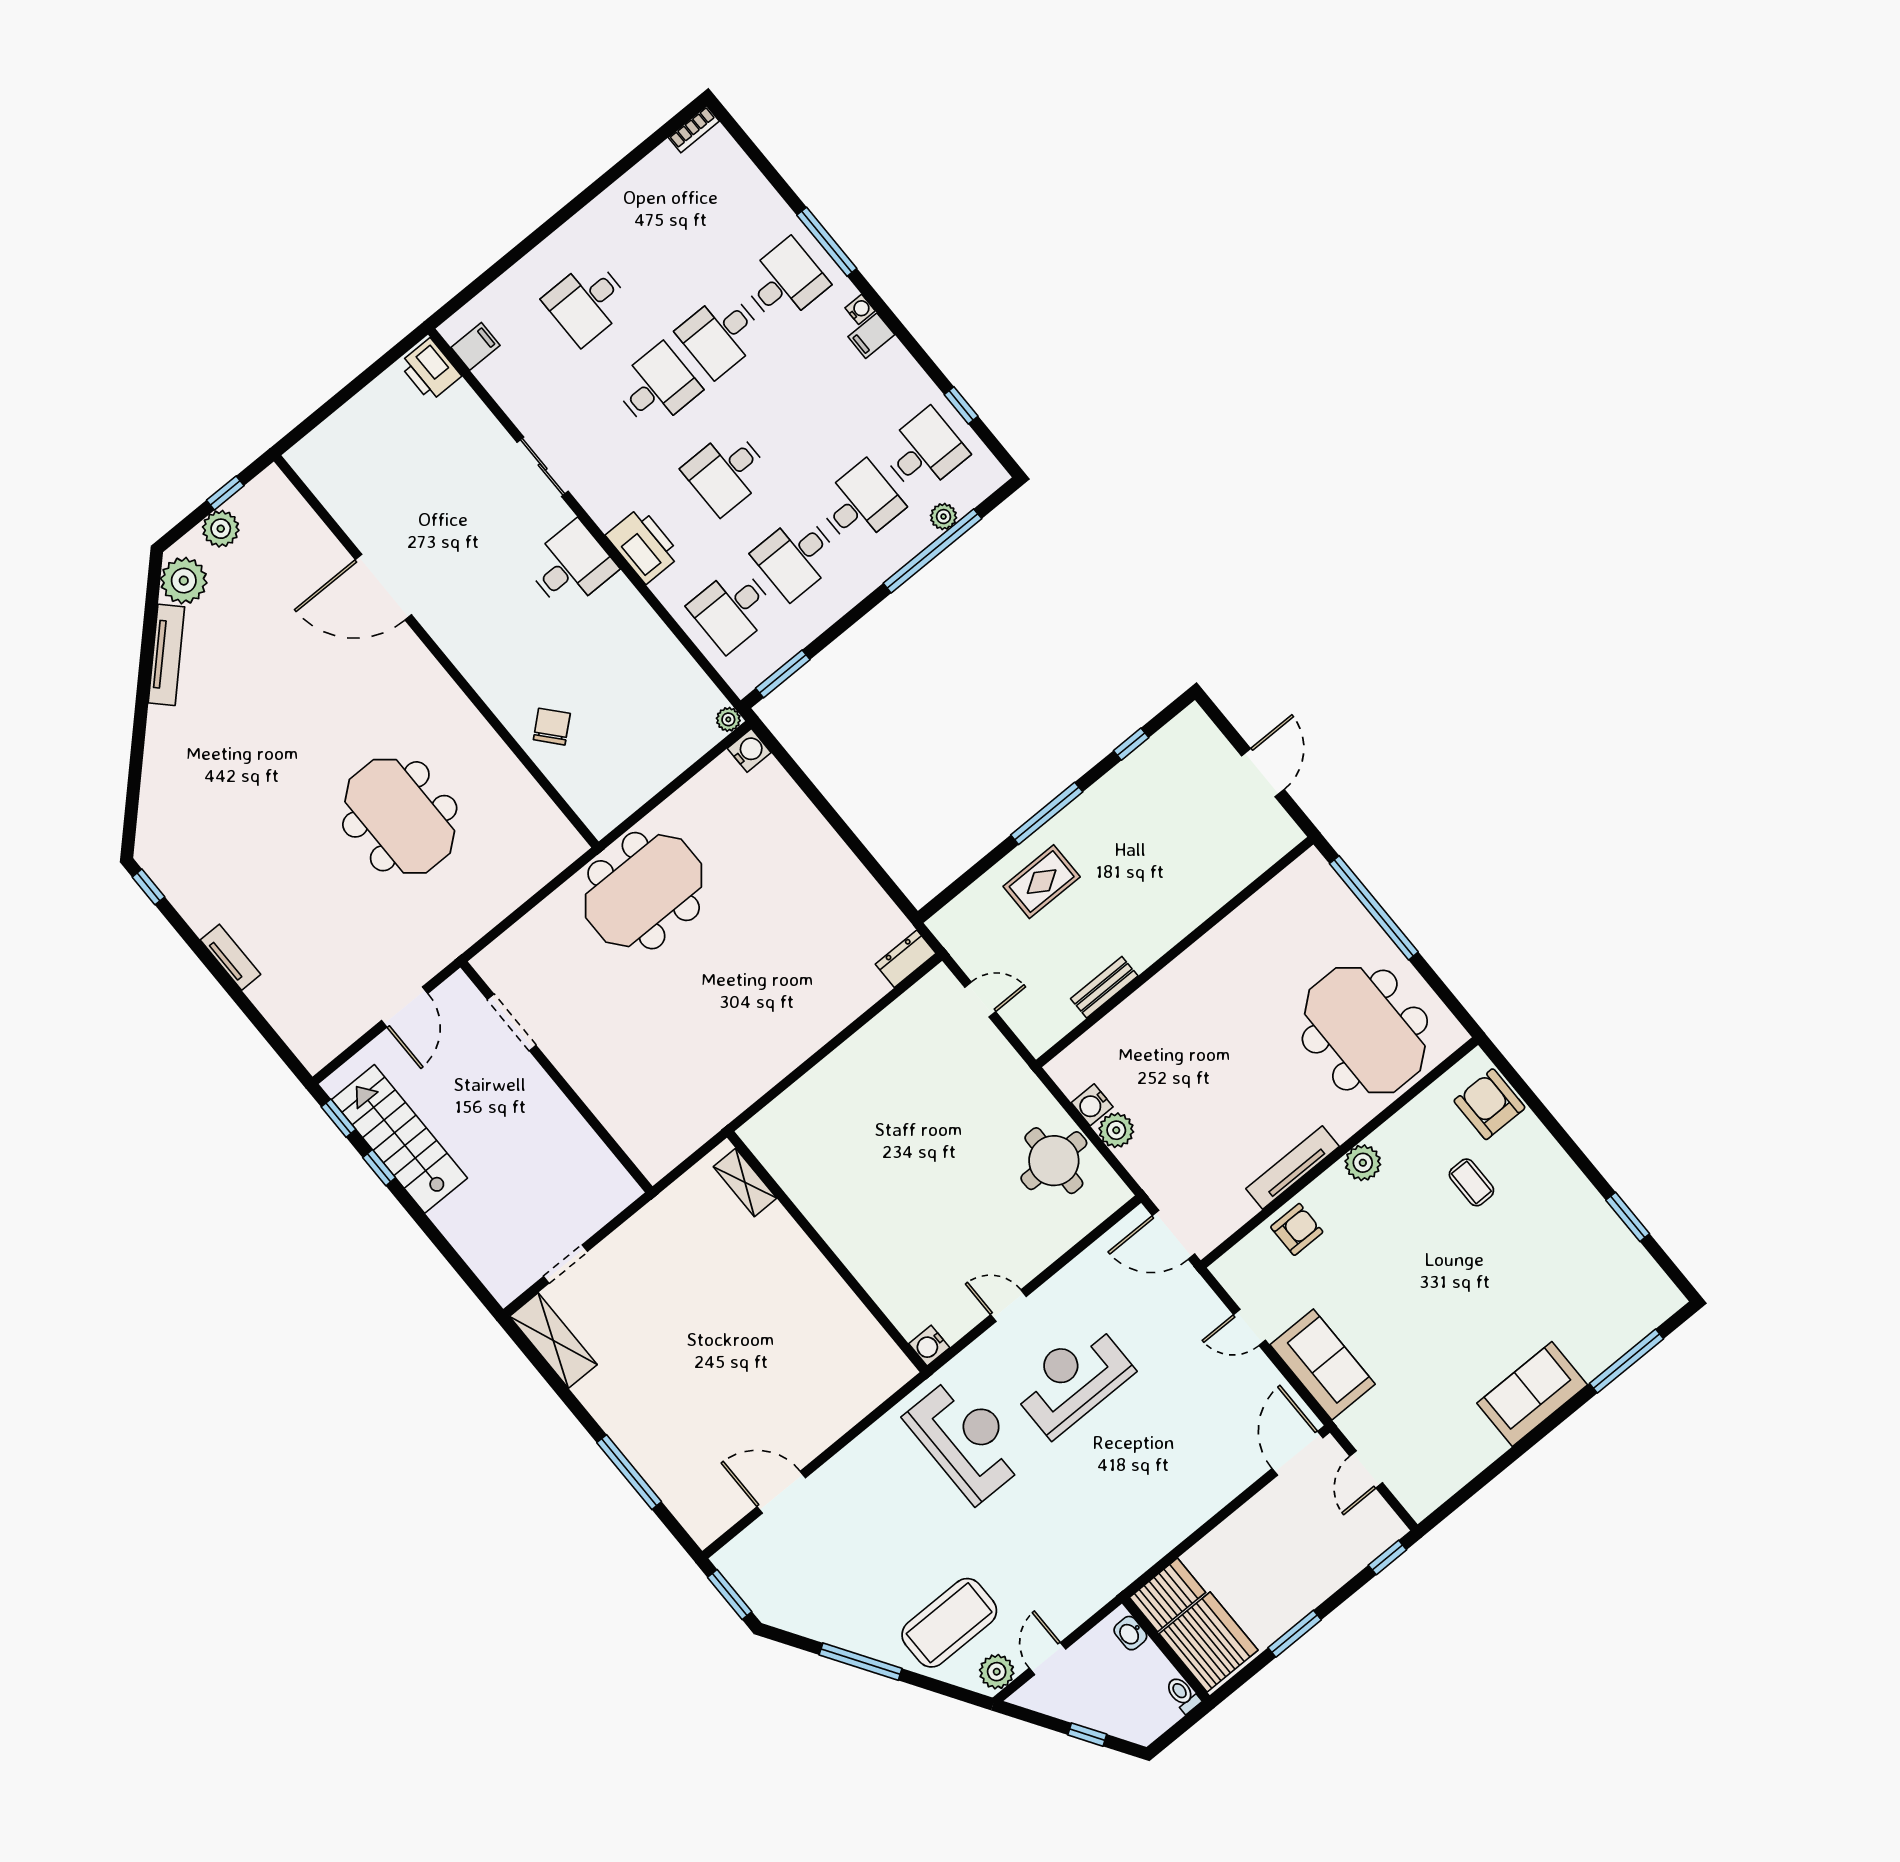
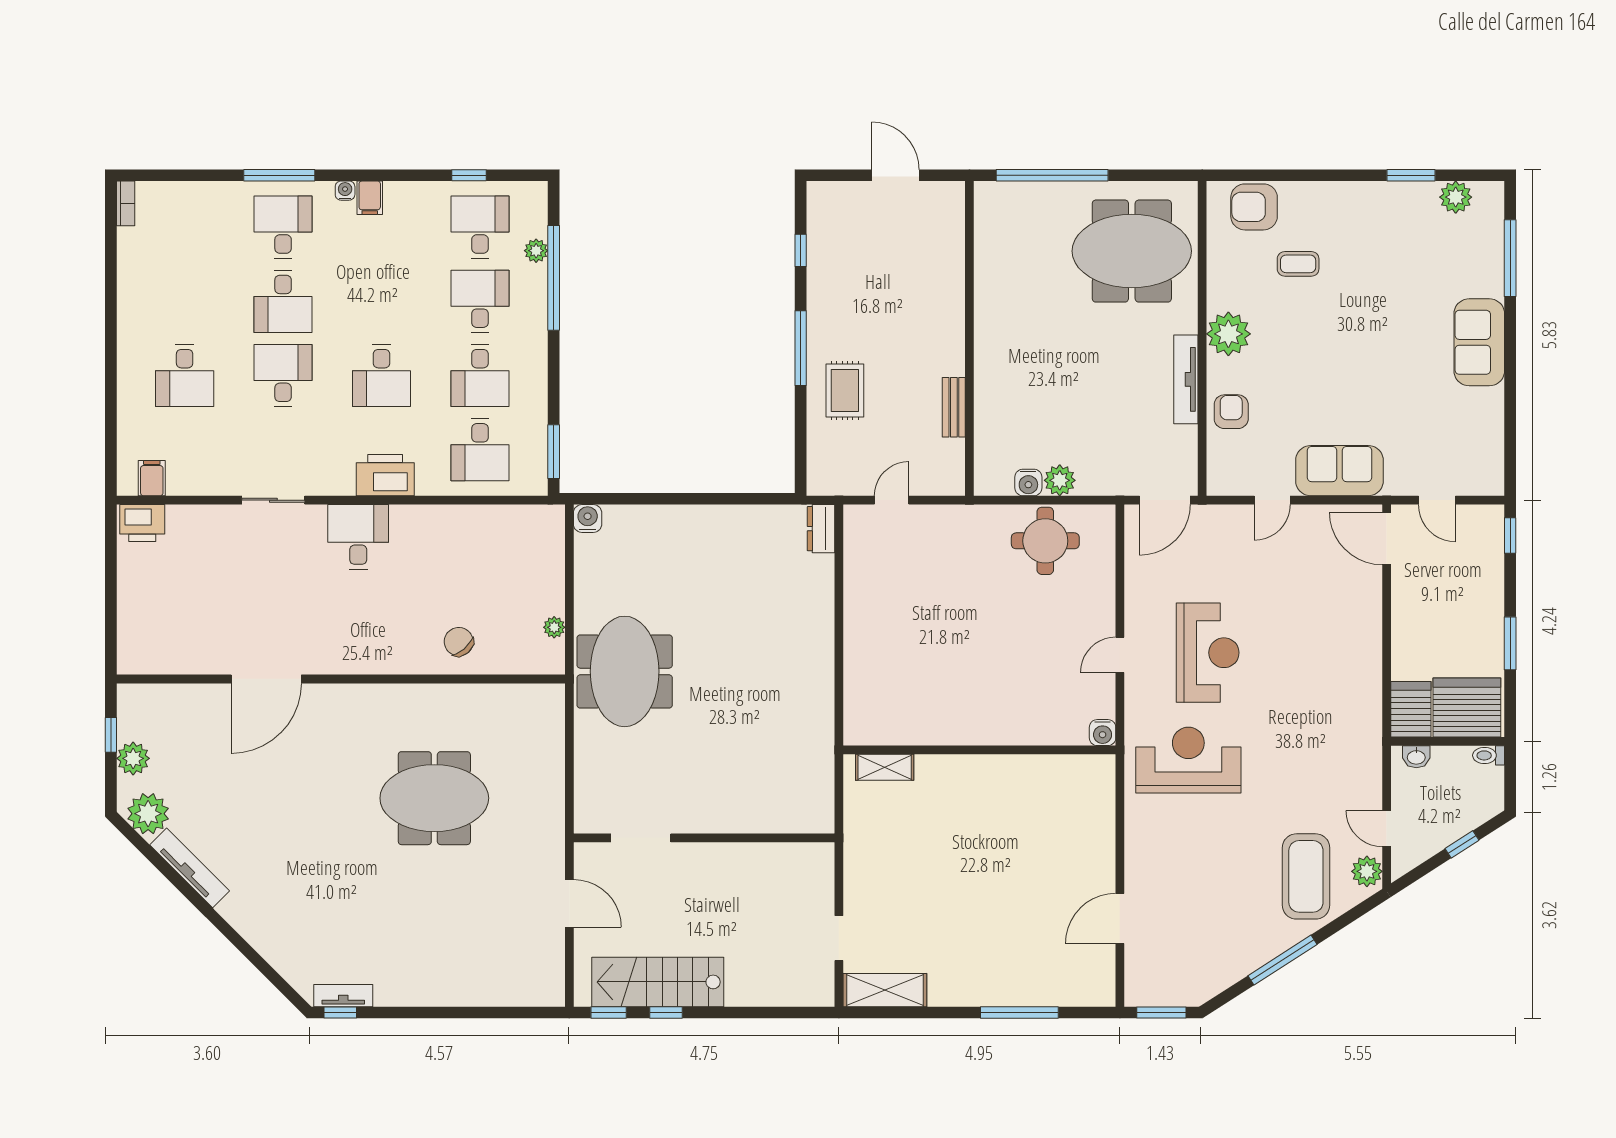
plant: (728, 719) -> (554, 627), moved
tv unit: (230, 957) -> (343, 996), moved
plant: (1363, 1163) -> (1228, 334), width x1.36, depth x1.36
plant: (1641, 1271) -> (1456, 197), added
reception desk: (1072, 1380) -> (1208, 653), turned 180

